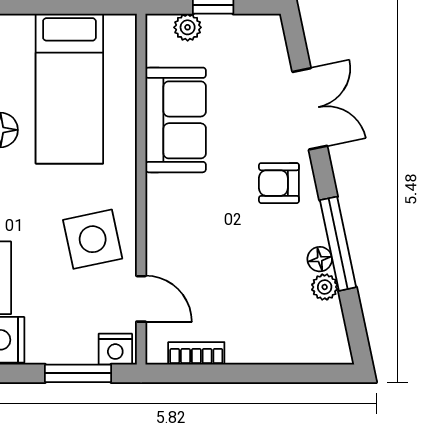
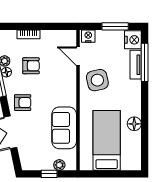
armchair: (258, 275) -> (31, 66), added
bookcase: (196, 353) -> (28, 34), moved
window: (78, 373) -> (115, 26), moved

